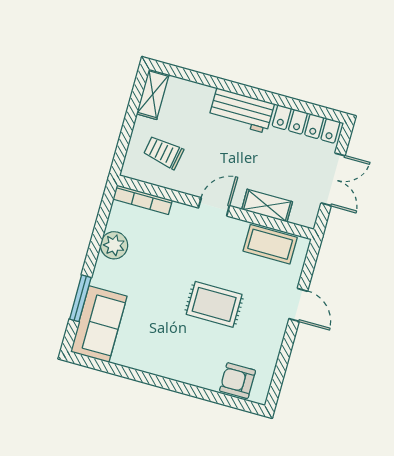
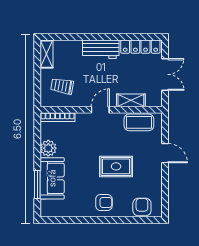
sofa: (99, 324) -> (52, 178), moved
armchair: (179, 357) -> (104, 202), added
armchair: (238, 381) -> (142, 207), turned 90

